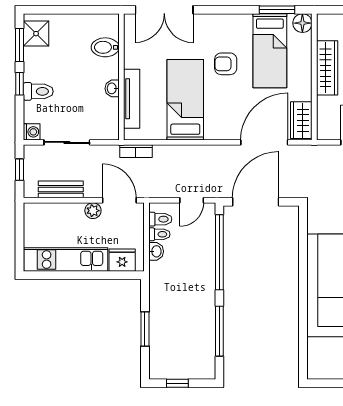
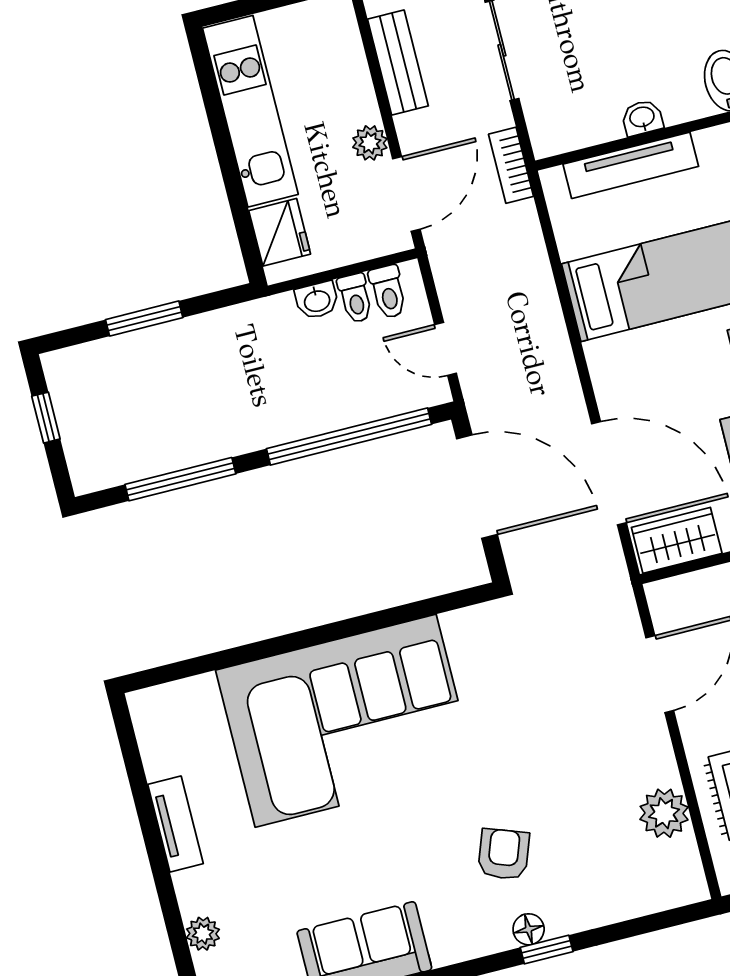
bookcase: (136, 151) -> (511, 165), moved

